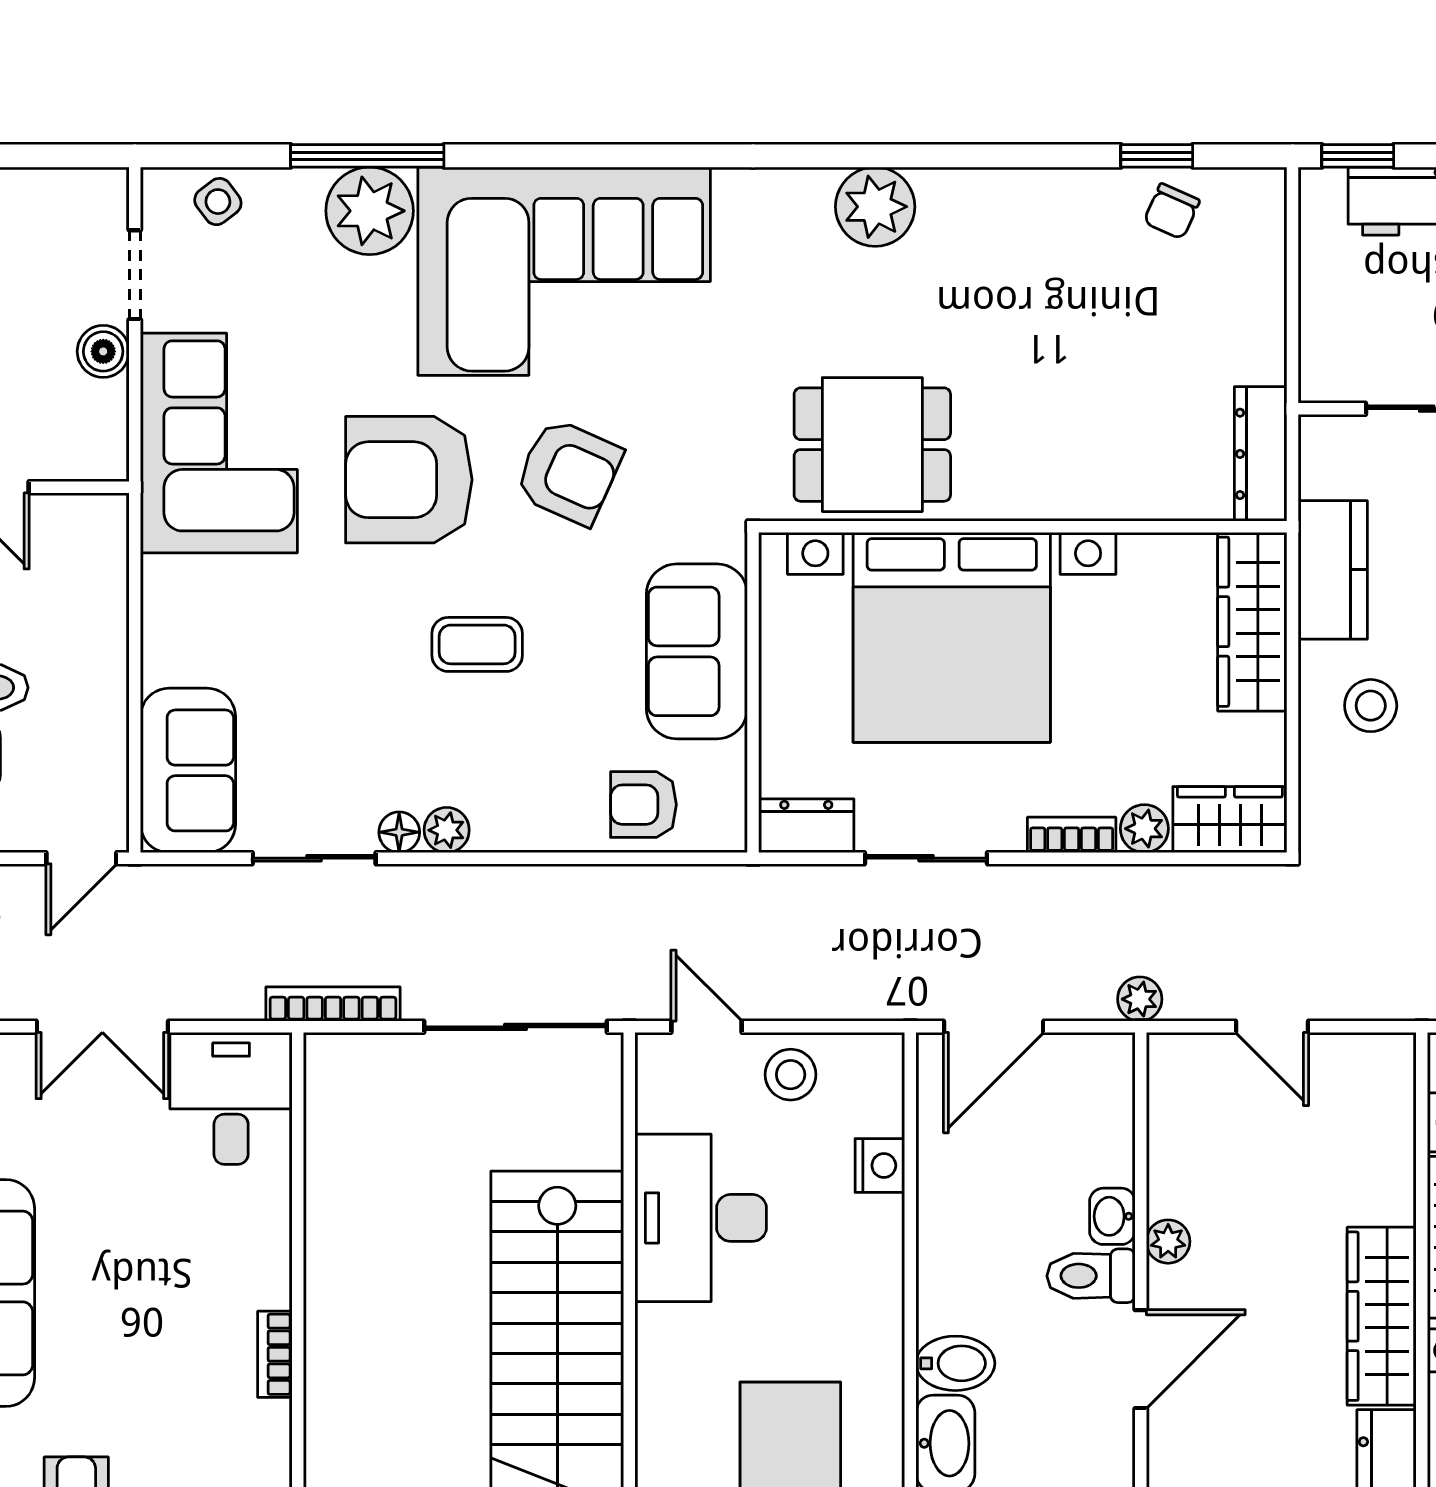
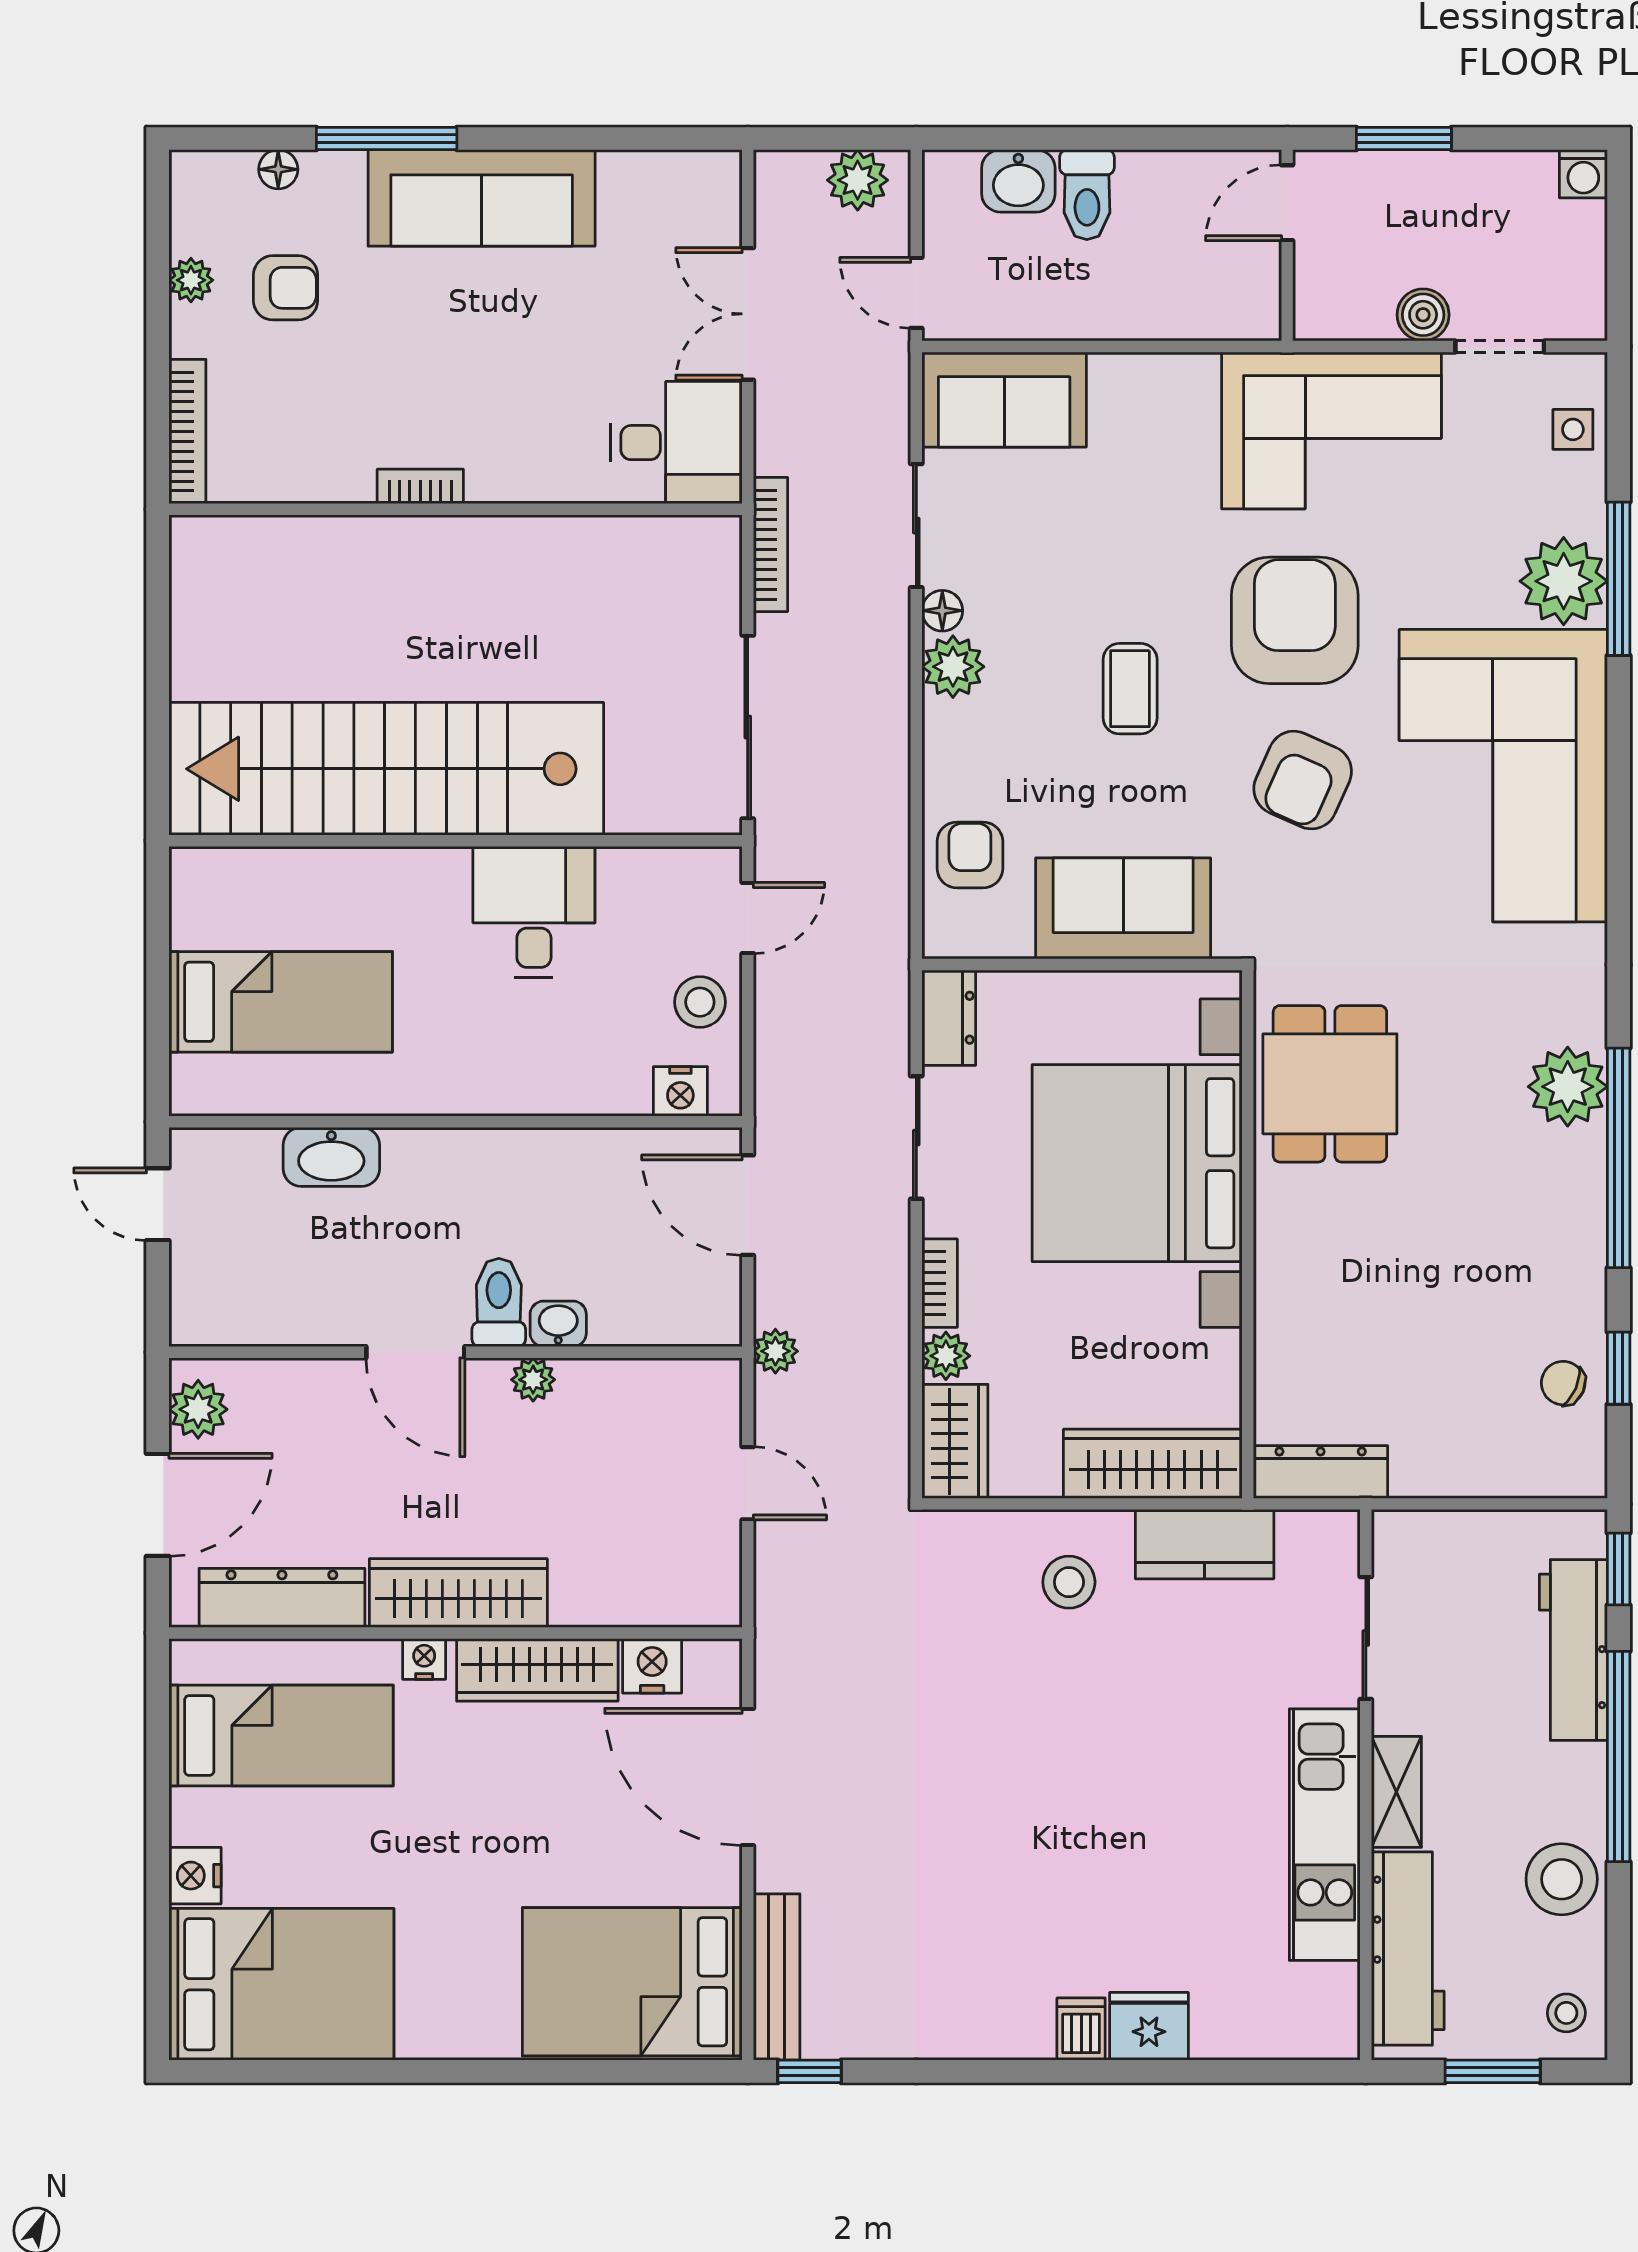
window: (946, 156) -> (1619, 1158), added
side table: (218, 202) -> (1573, 429), turned 37
plant: (447, 830) -> (953, 667), width x1.38, depth x1.38
door: (1272, 1027) -> (748, 1483), swing flipped
nightstand: (880, 1165) -> (680, 1091), moved
desk: (701, 1218) -> (534, 912), width x0.73
bidet: (955, 1363) -> (411, 1167), removed

